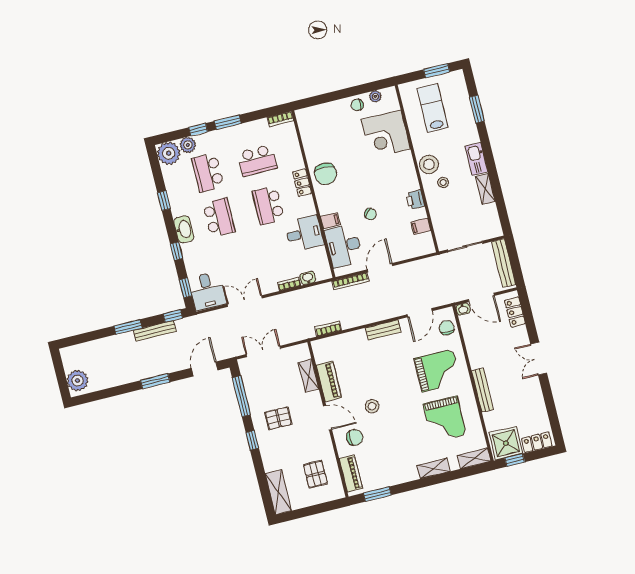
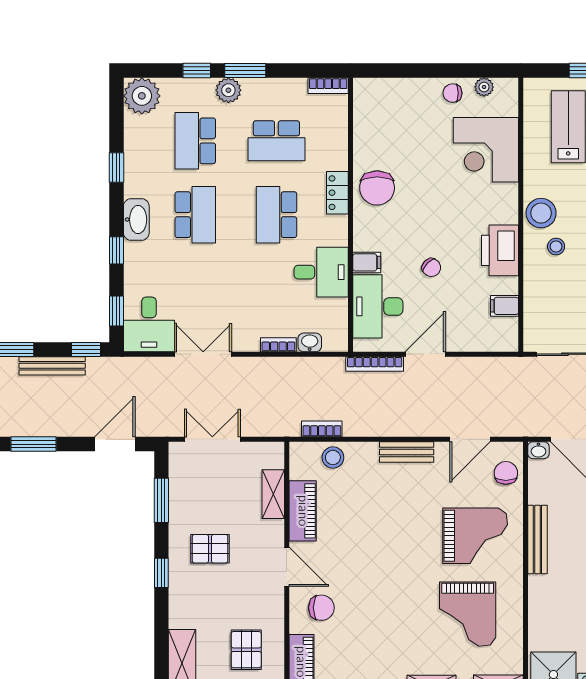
plant: (188, 145) -> (228, 90), moved
printer: (415, 200) -> (500, 250), width x1.87, depth x1.48
bench: (482, 390) -> (537, 539), moved
window: (241, 396) -> (161, 500), width x0.69
stool: (372, 406) -> (333, 457), moved

